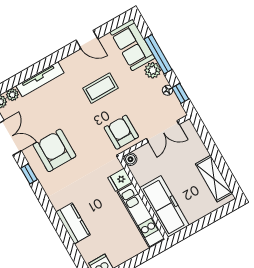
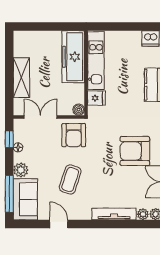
window: (158, 54) -> (9, 194), moved
coffee table: (100, 88) -> (70, 179), turned -72
armchair: (54, 150) -> (135, 151), turned 90
shelving: (214, 179) -> (21, 78), moved

